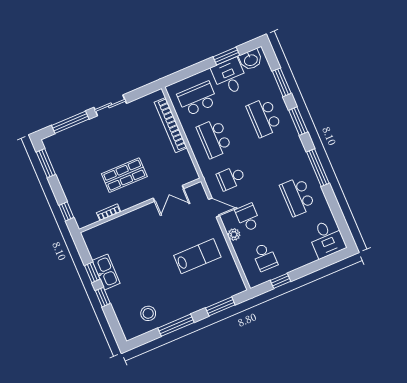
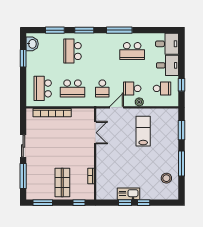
desk: (230, 77) -> (167, 65), moved, turned 180
school desk: (264, 117) -> (72, 51), turned 90
shop shelf: (124, 175) -> (62, 183), moved

